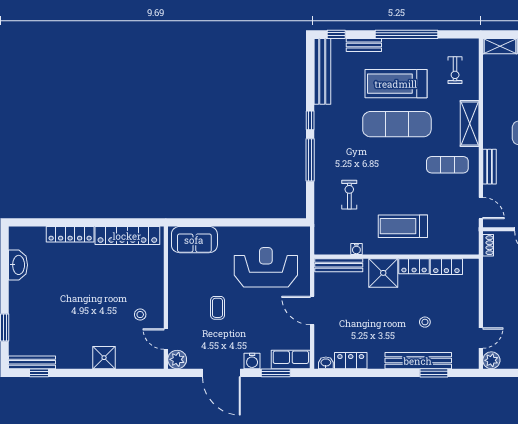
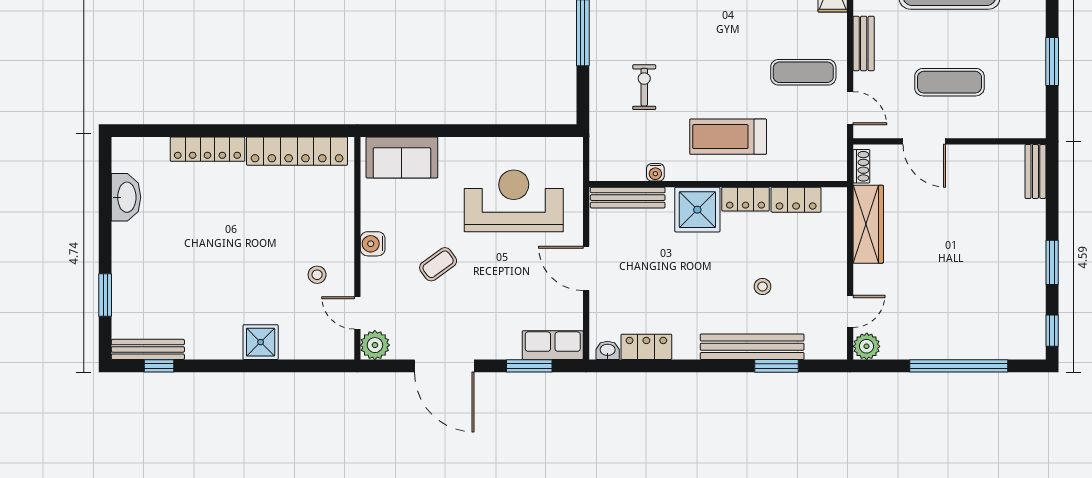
exercise mat: (447, 165) -> (803, 72), moved
wardrobe: (492, 282) -> (868, 224), added
coffee table: (218, 308) -> (438, 264), turned 54
water cooler: (252, 361) -> (373, 244), moved, turned 90

